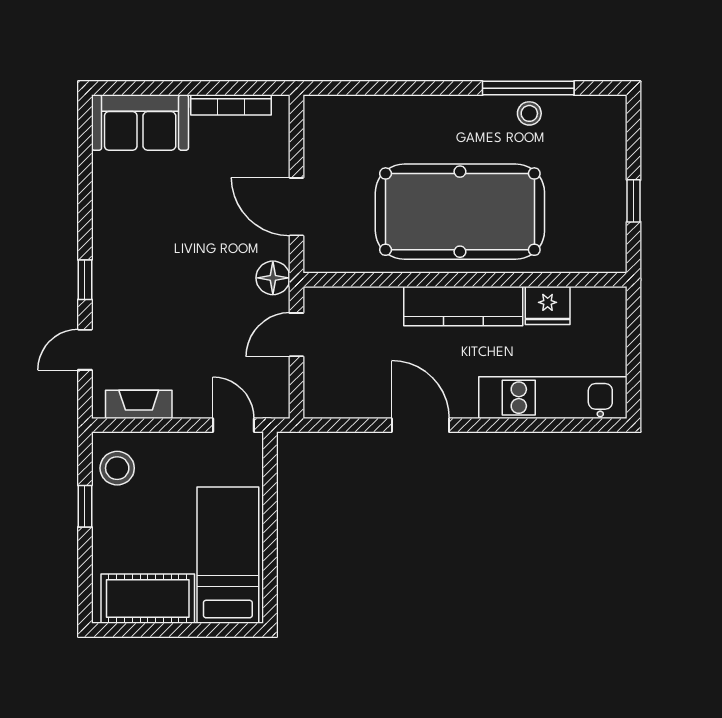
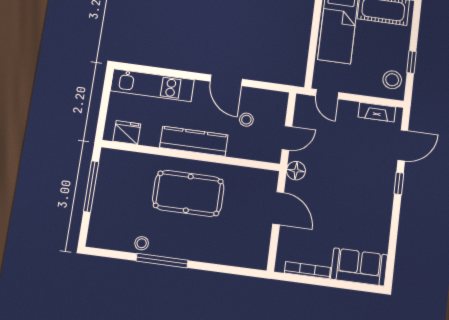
window: (528, 88) -> (162, 261), moved
window: (634, 201) -> (91, 186), width x2.17
pool table: (460, 212) -> (188, 193), width x0.73, depth x0.76
fridge: (548, 305) -> (127, 133), moved
door: (85, 350) -> (403, 145), width x1.38
stool: (374, 358) -> (246, 120), added

